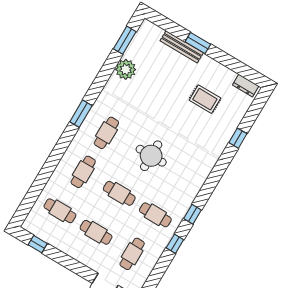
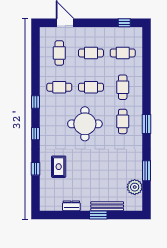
window: (125, 40) -> (147, 171), moved
plant: (126, 69) -> (135, 187), moved
dresser: (246, 86) -> (71, 206), moved
rug: (205, 99) -> (59, 167), moved, turned 90
round table: (151, 156) -> (85, 124), width x1.36, depth x1.36
window: (175, 244) -> (35, 134), moved

